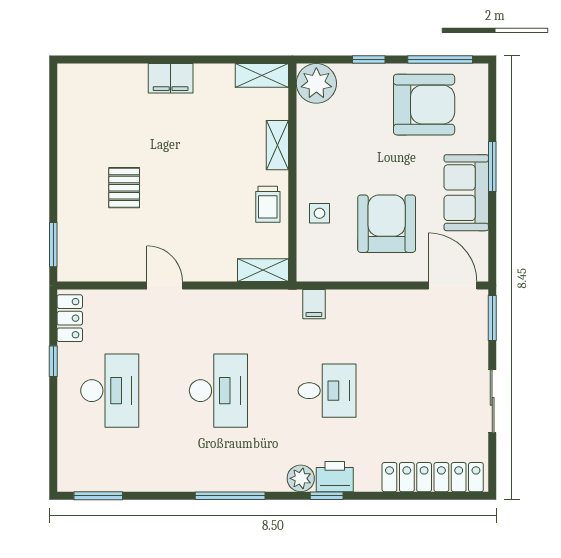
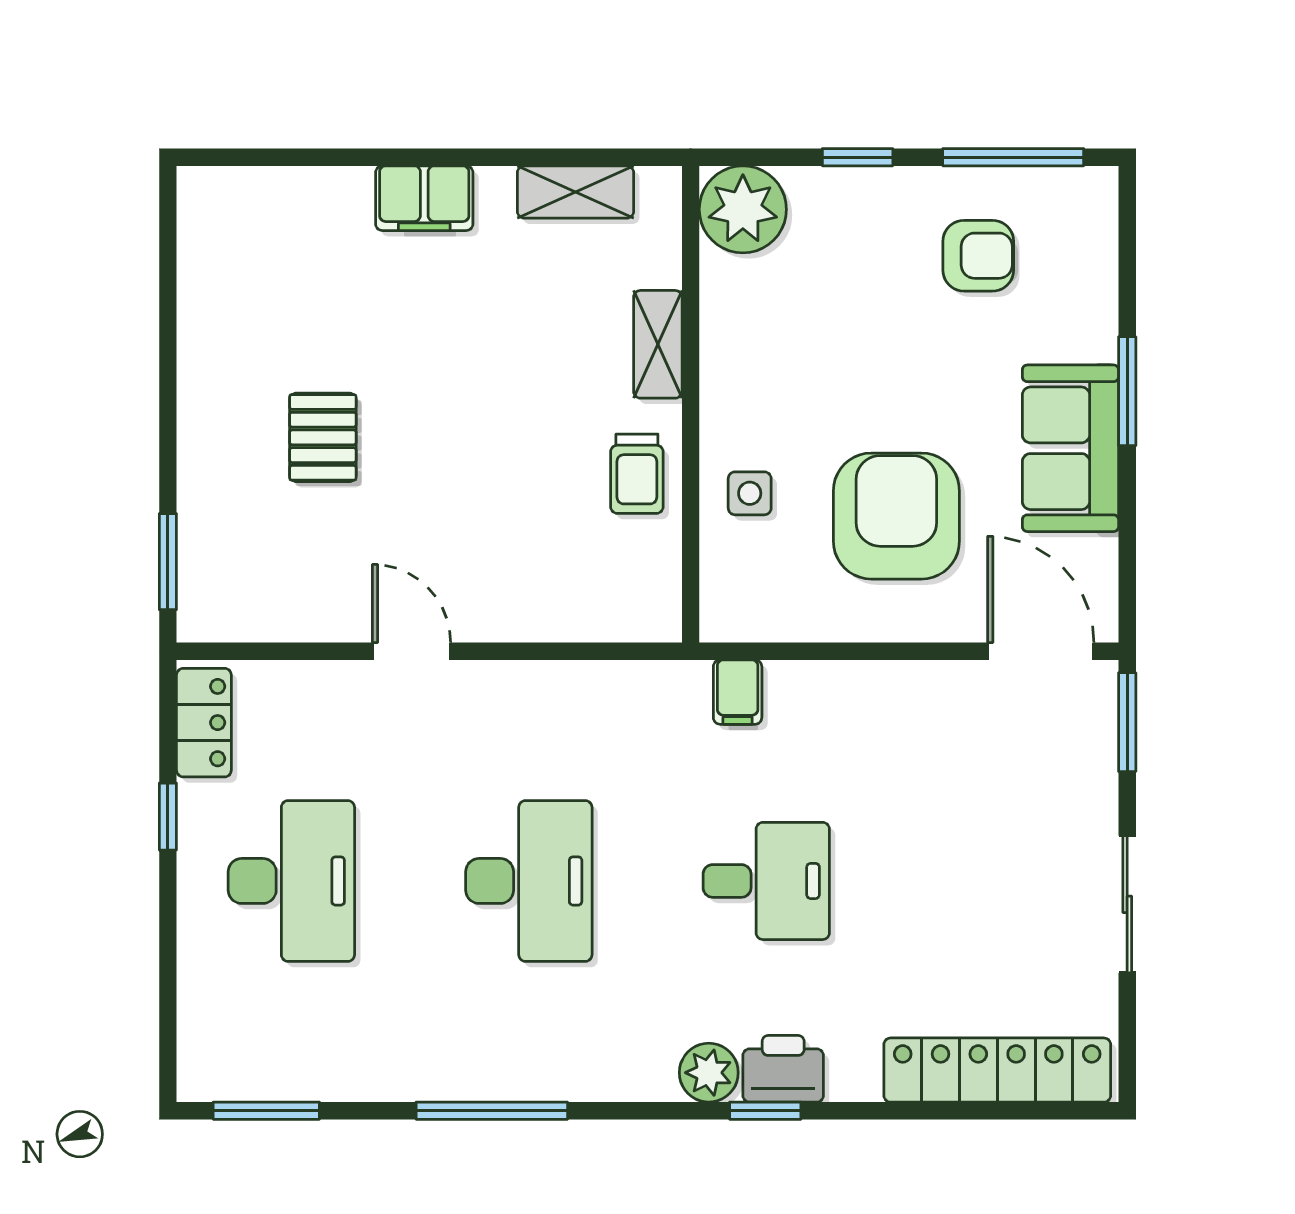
shelving: (262, 75) -> (575, 192), moved
armchair: (424, 105) -> (978, 256), width x0.53, depth x0.53
shelving: (263, 270) -> (626, 618), removed
window: (230, 496) -> (492, 1111), moved

